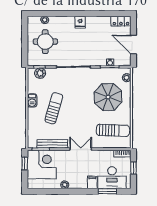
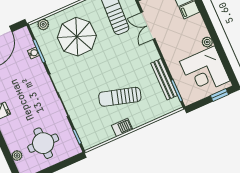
plant: (40, 73) -> (85, 132), removed
double door: (81, 149) -> (148, 26), moved
window: (25, 163) -> (219, 95), moved
corner desk: (42, 165) -> (205, 71), moved, turned -90

